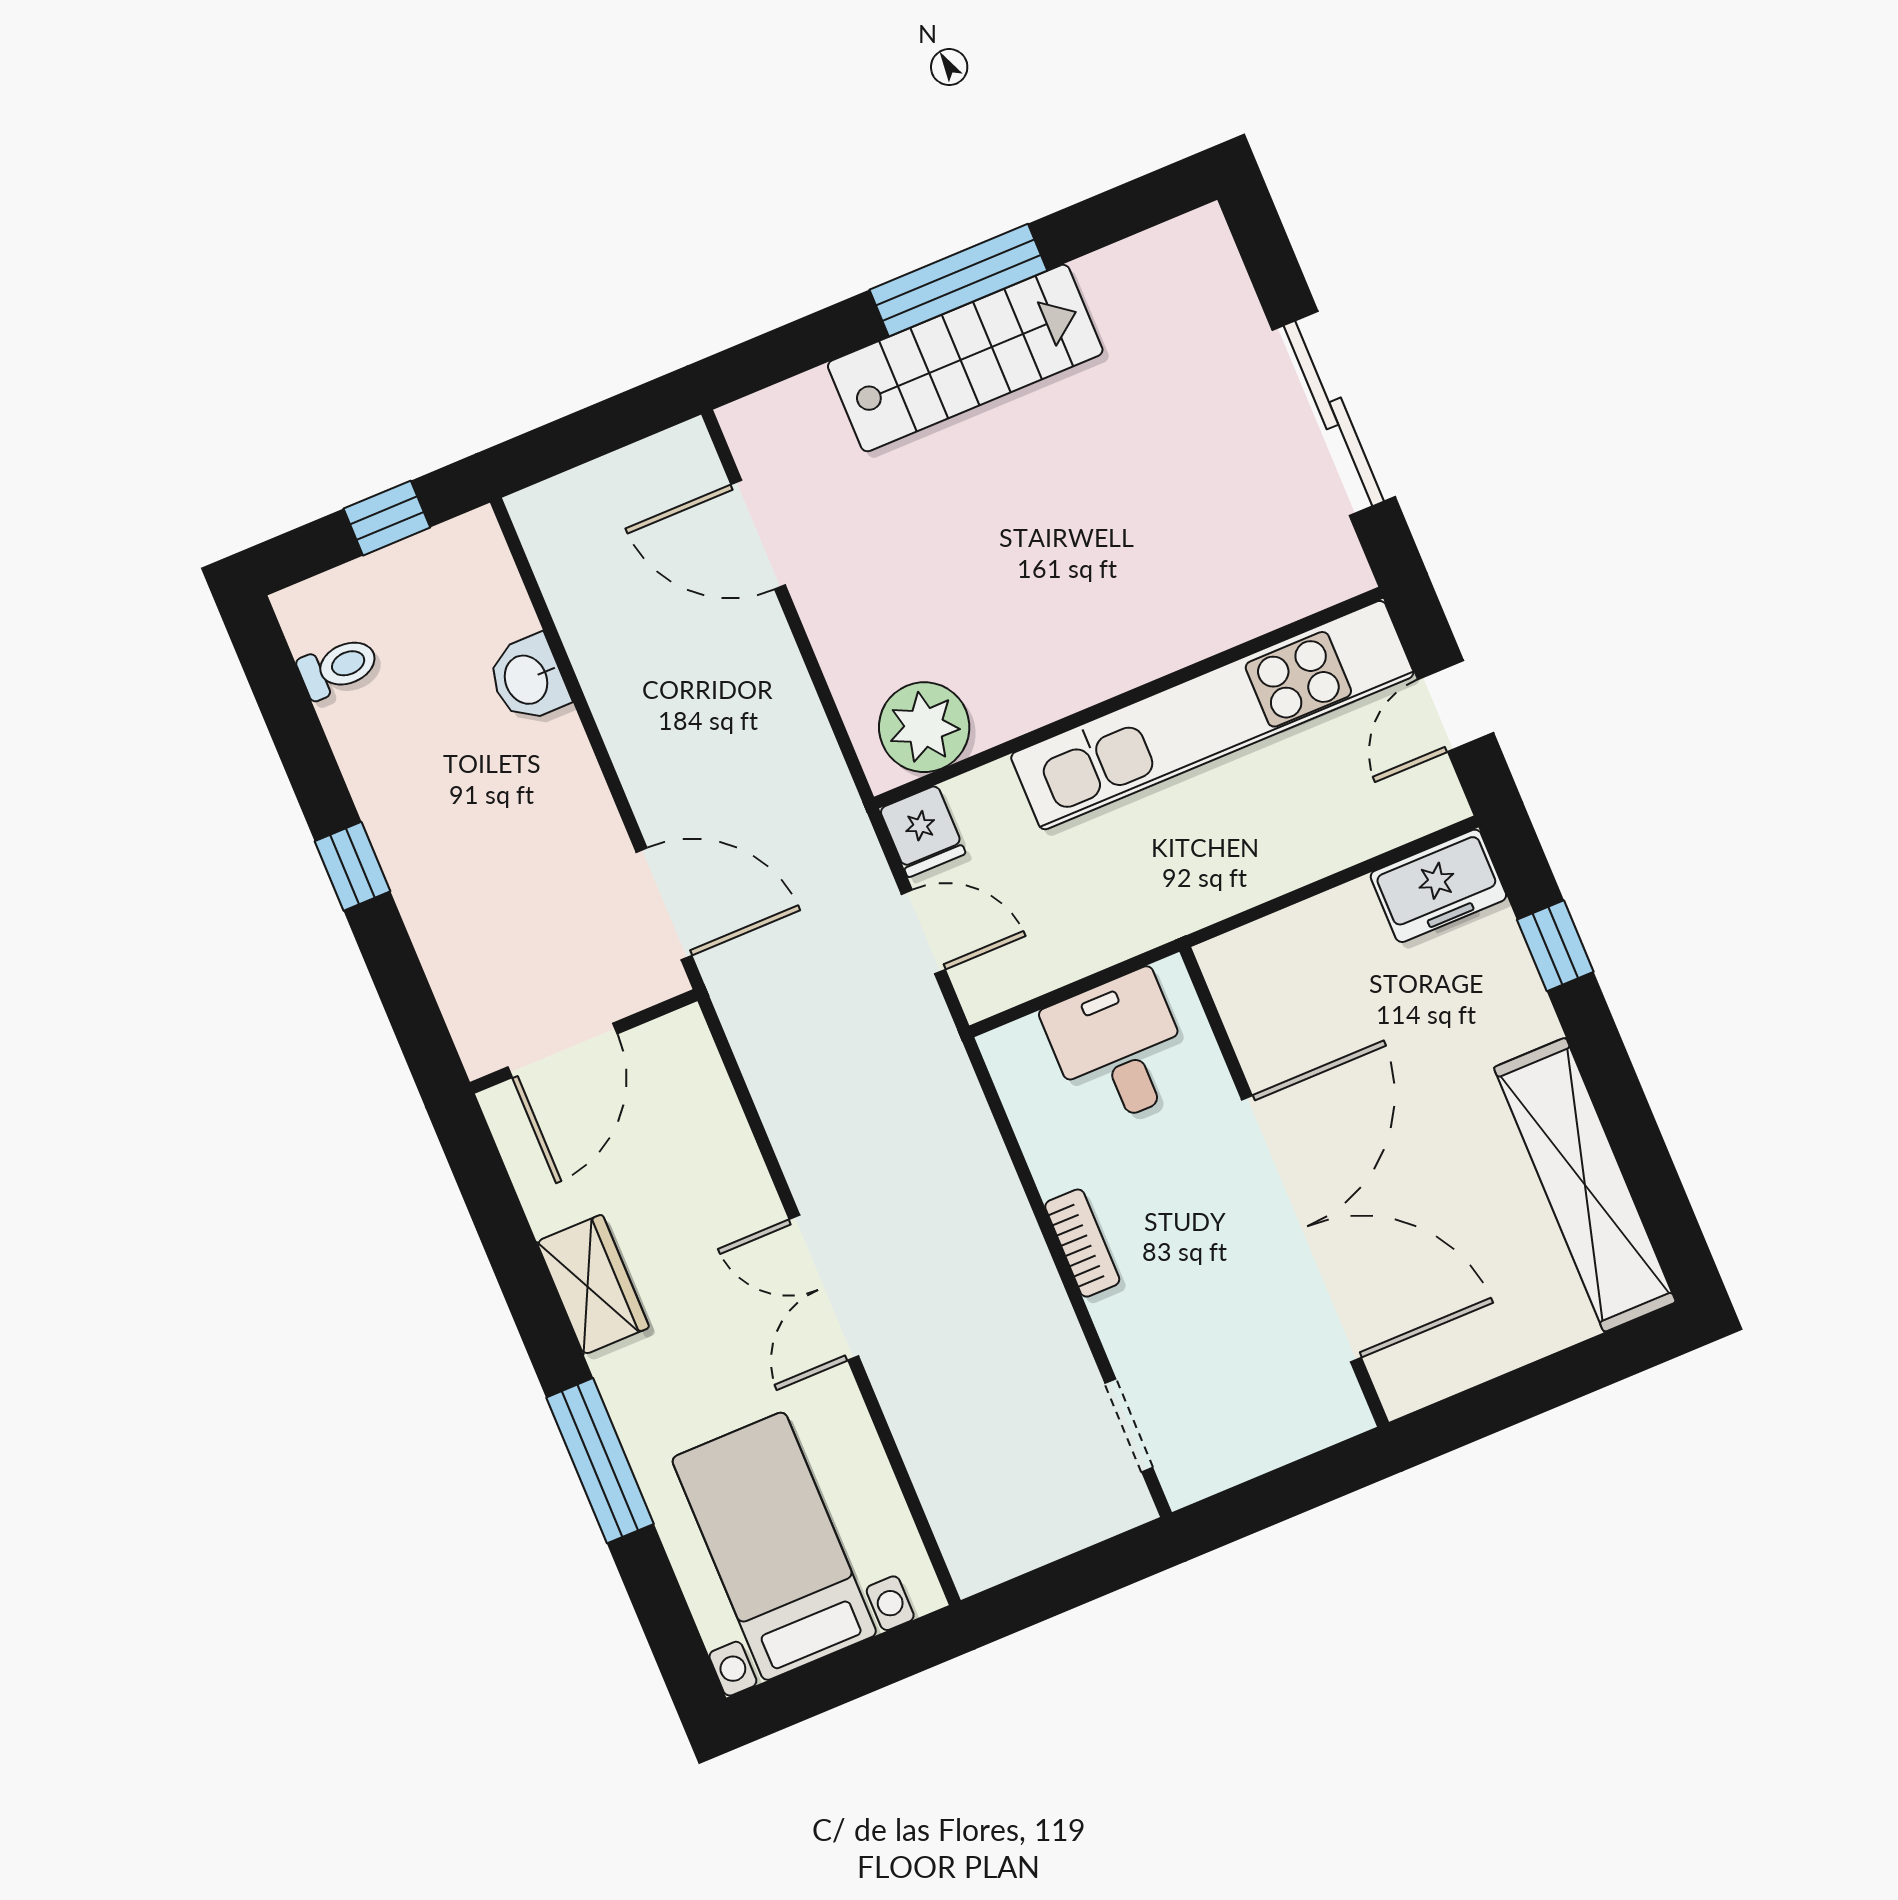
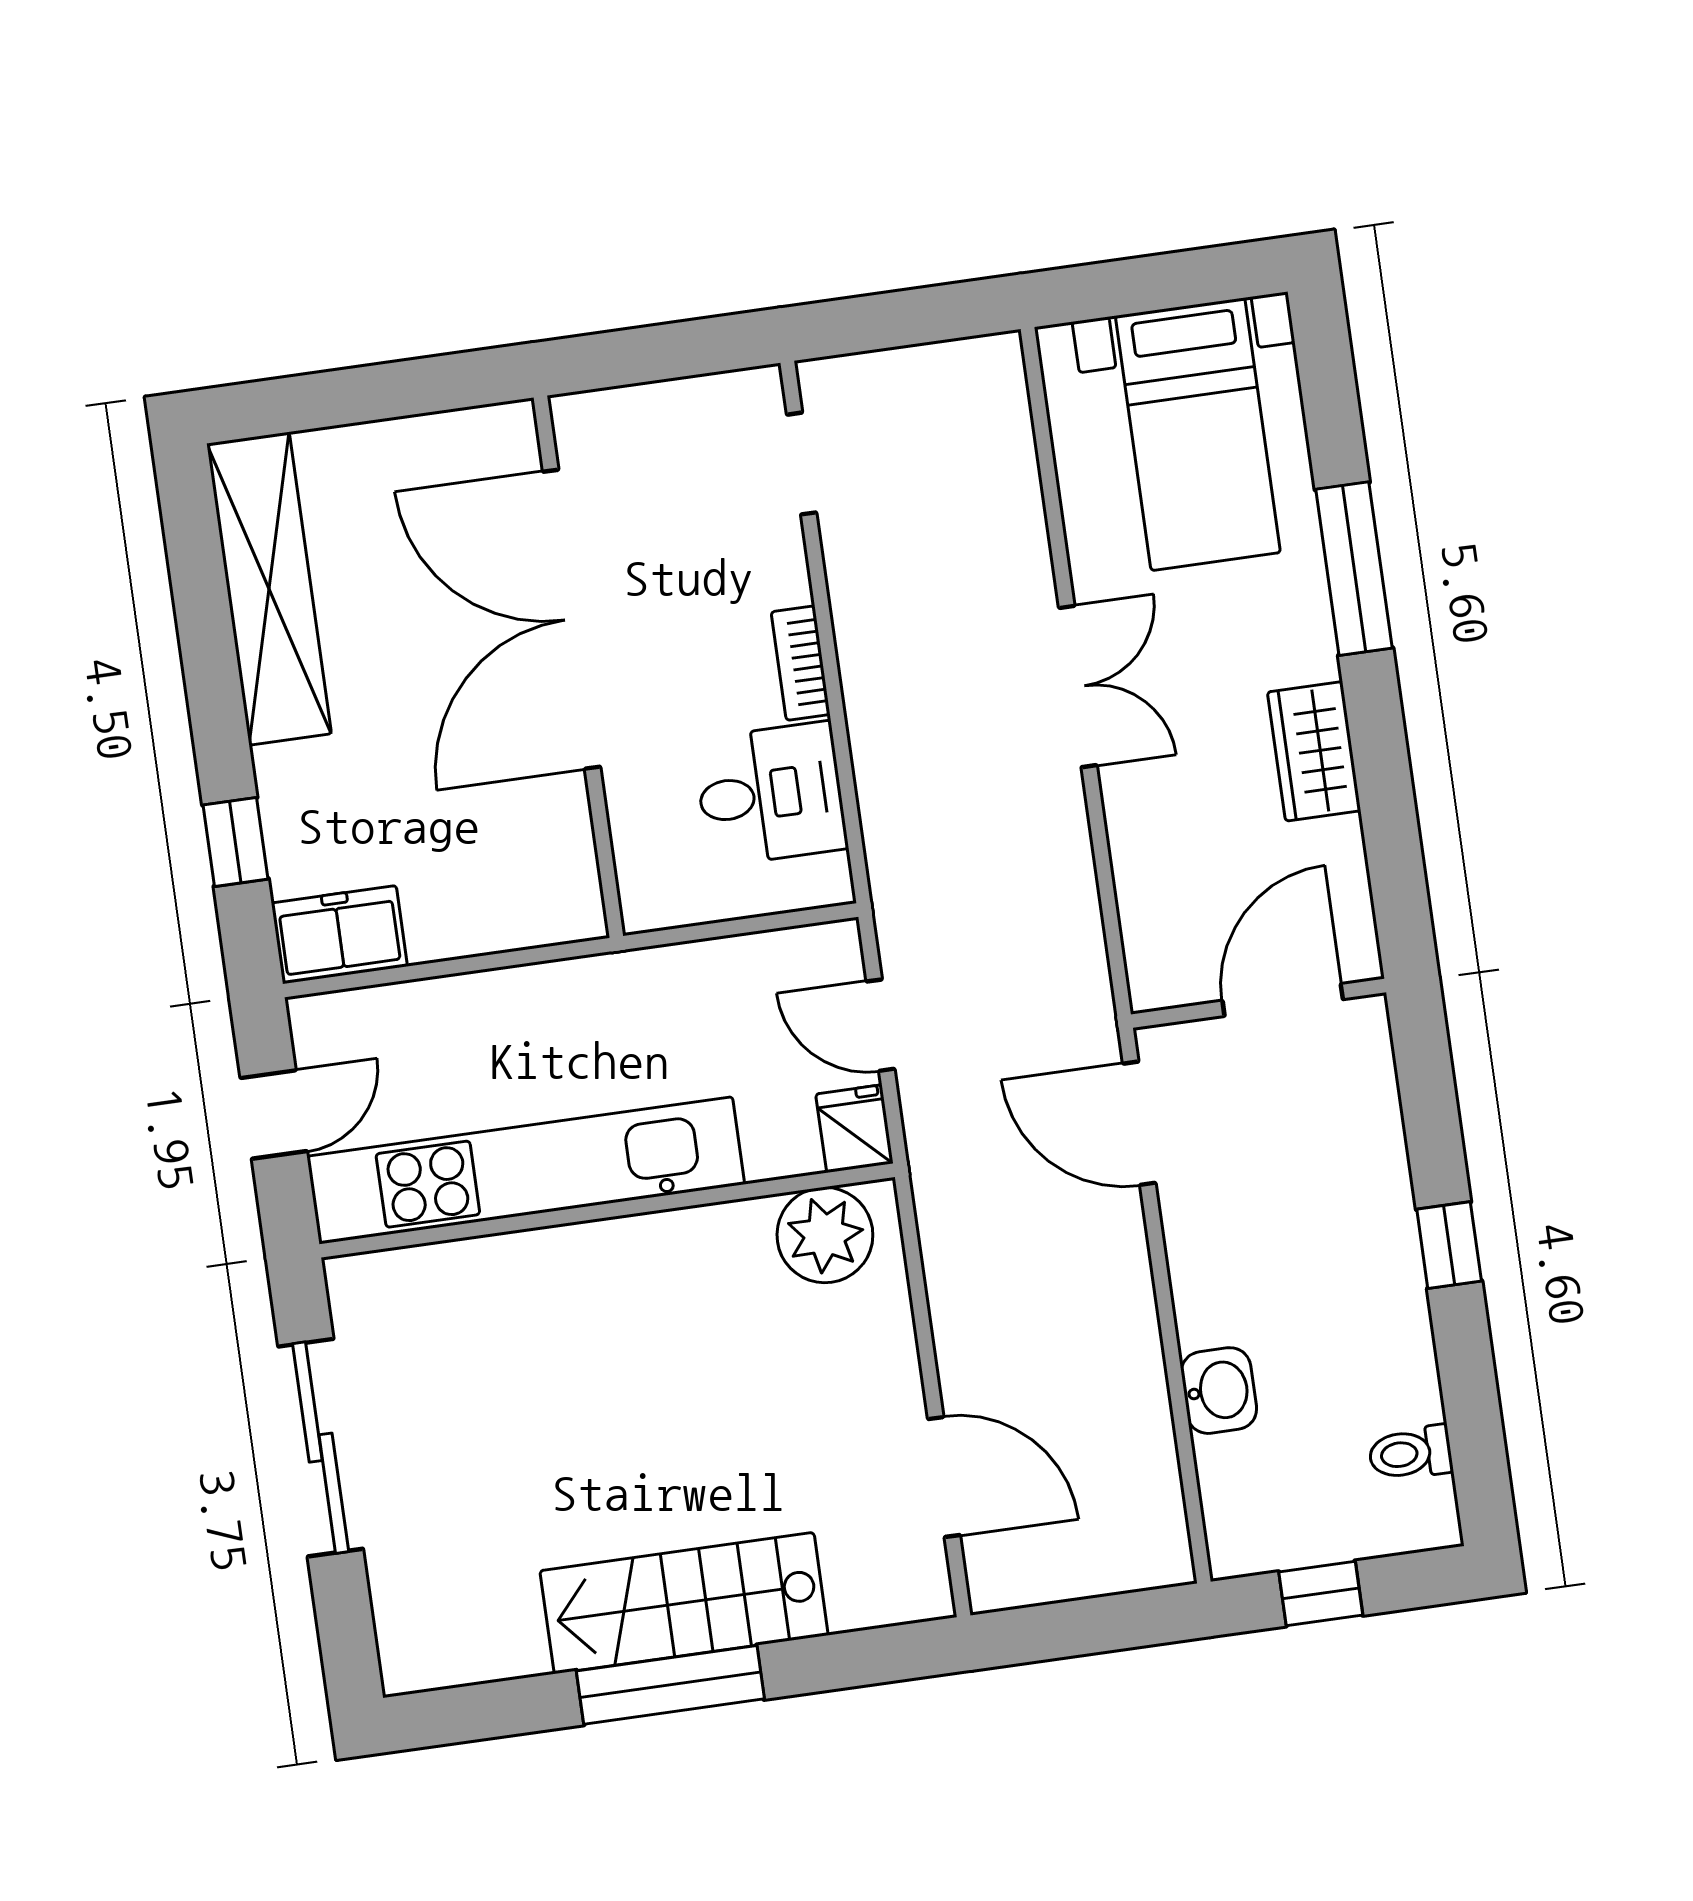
desk: (1119, 1049) -> (770, 794), moved, turned -90

